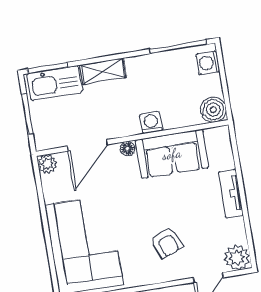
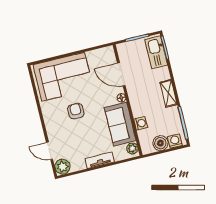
shelving: (103, 71) -> (169, 93), moved
boiler: (213, 110) -> (160, 143), moved
washing machine: (151, 123) -> (141, 123), moved
plant: (47, 164) -> (132, 148), moved
armchair: (167, 242) -> (76, 111), moved, turned 112

